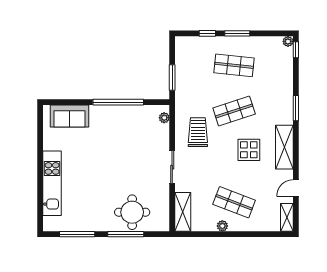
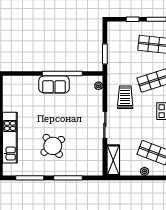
sofa: (69, 116) -> (54, 84), moved
round table: (132, 212) -> (53, 146), moved, turned -37

